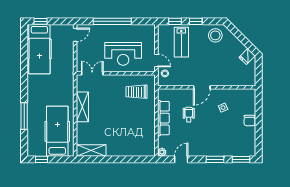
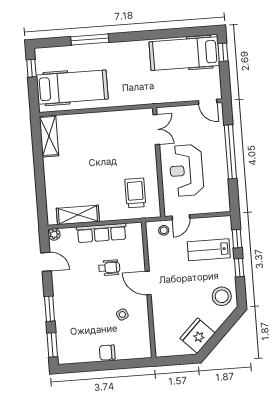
fridge: (247, 57) -> (198, 336), width x1.88, depth x1.34
shelving: (82, 107) -> (78, 215), moved

